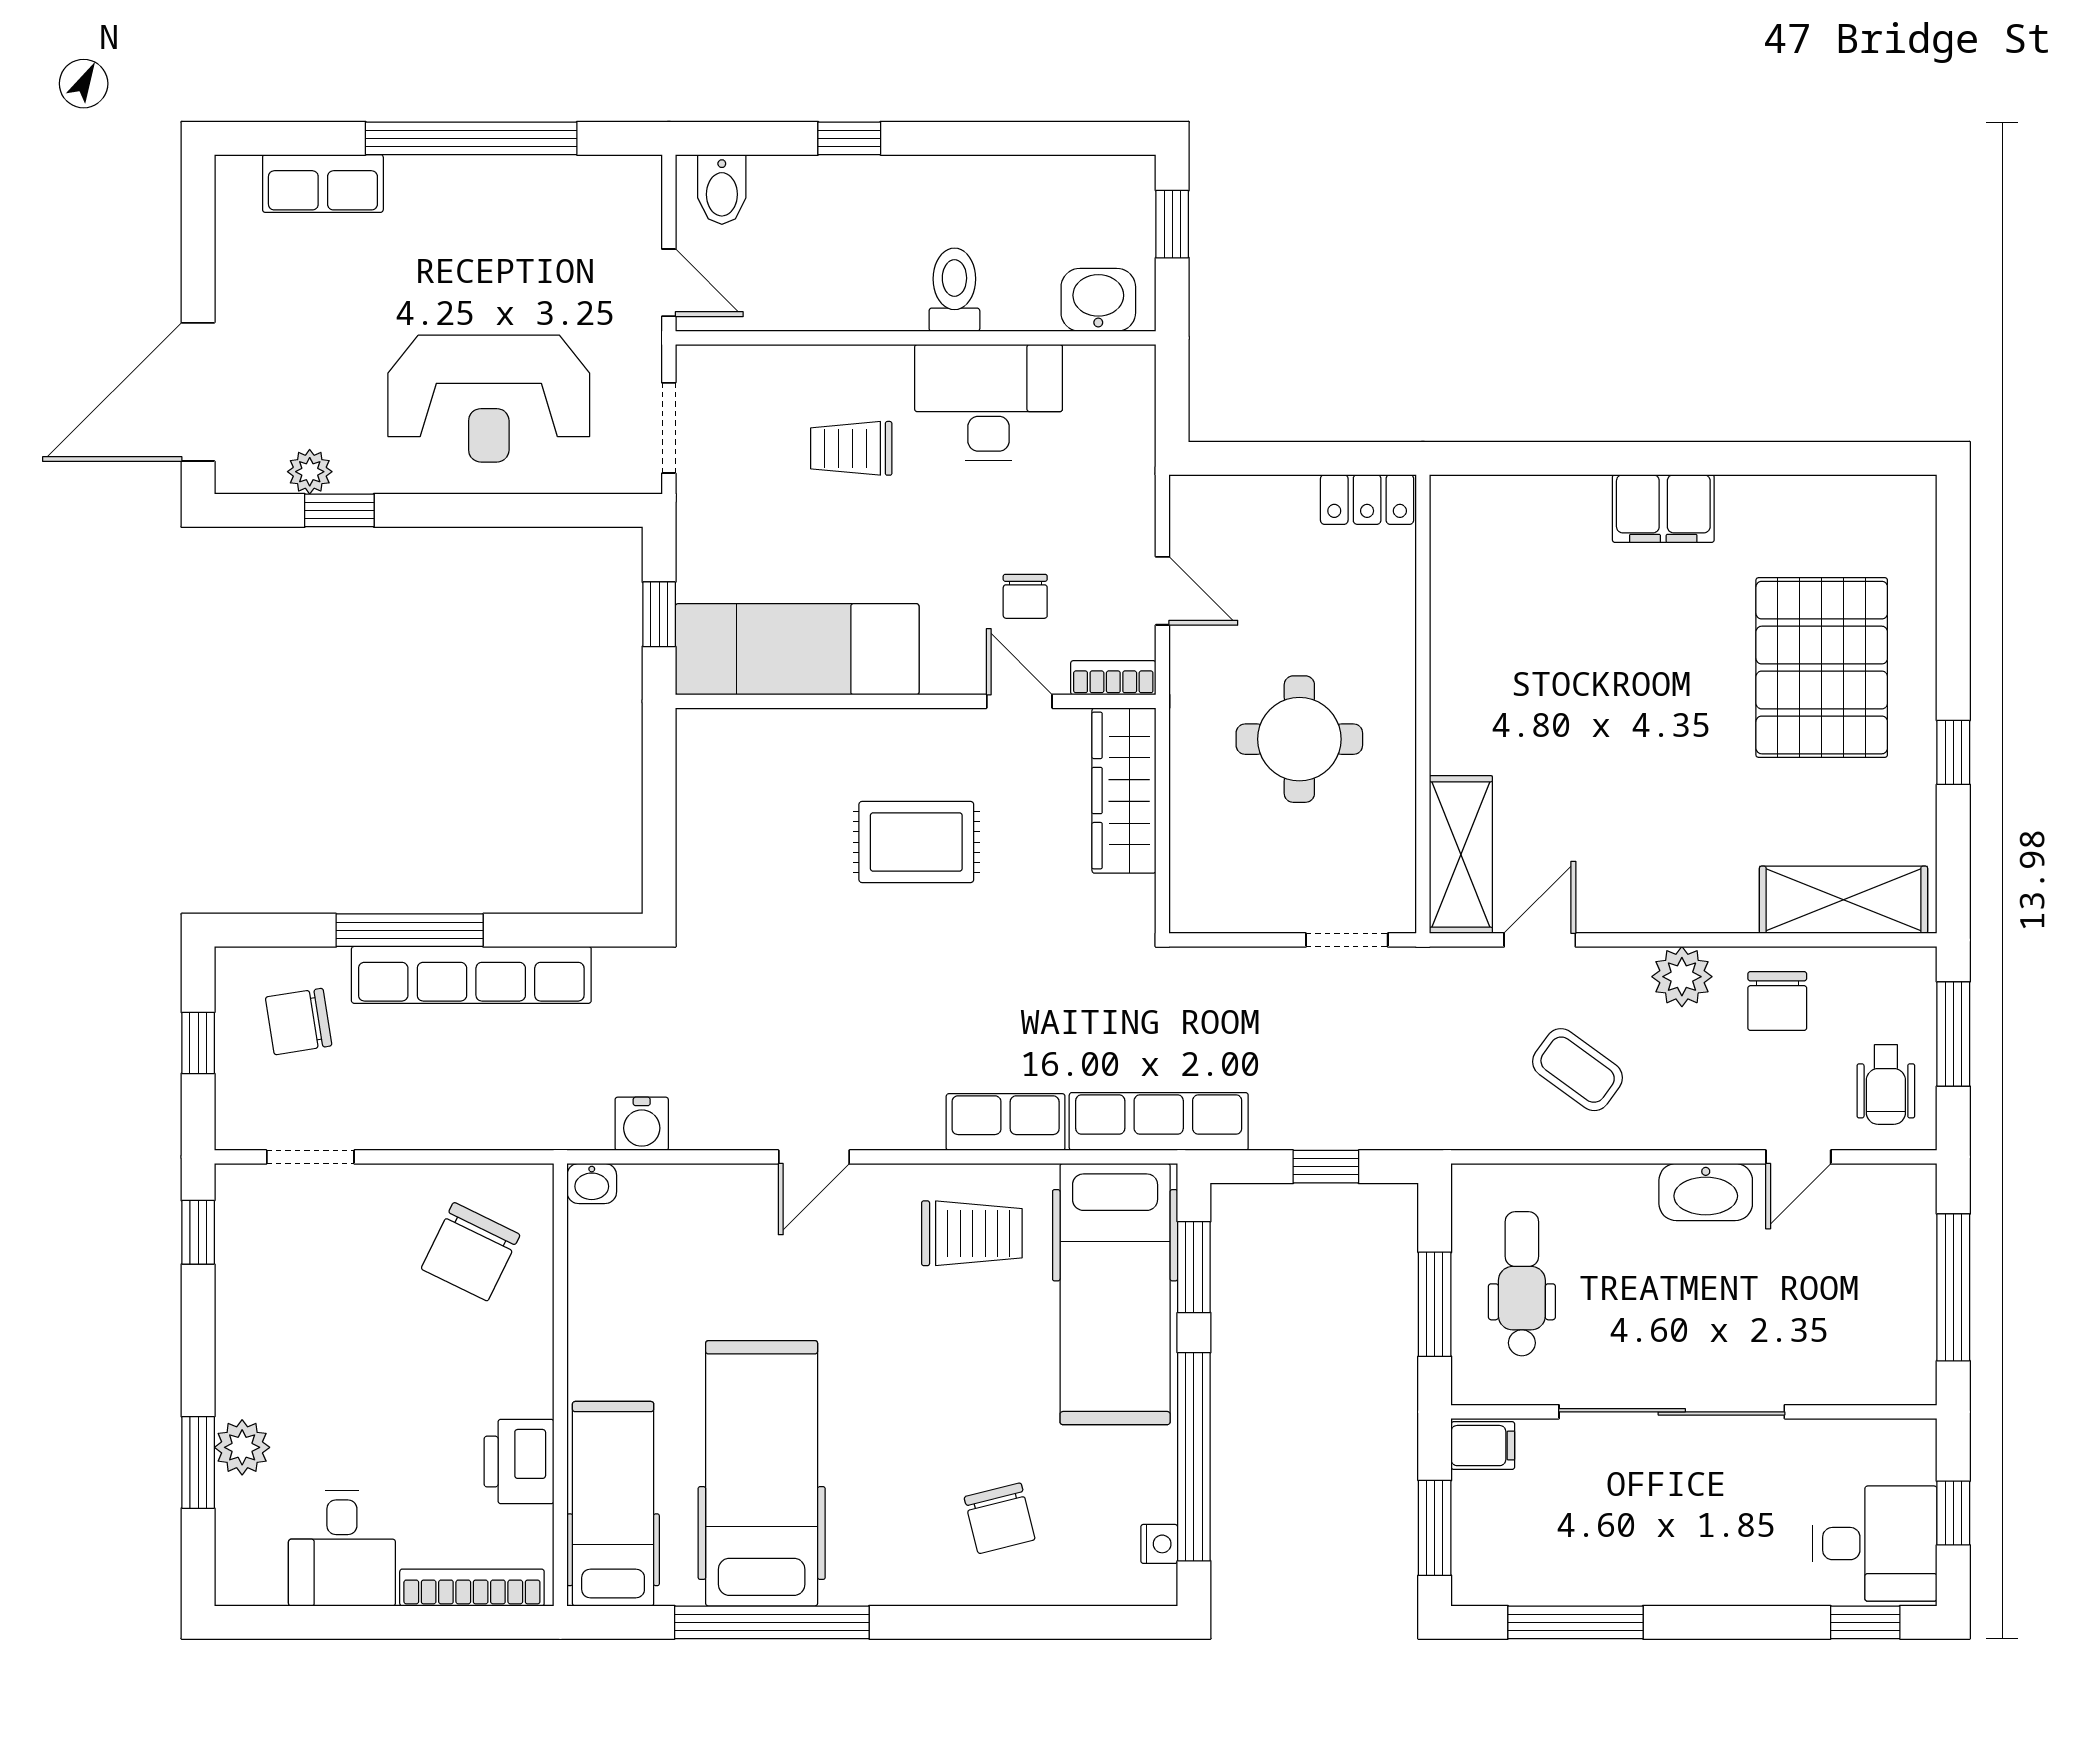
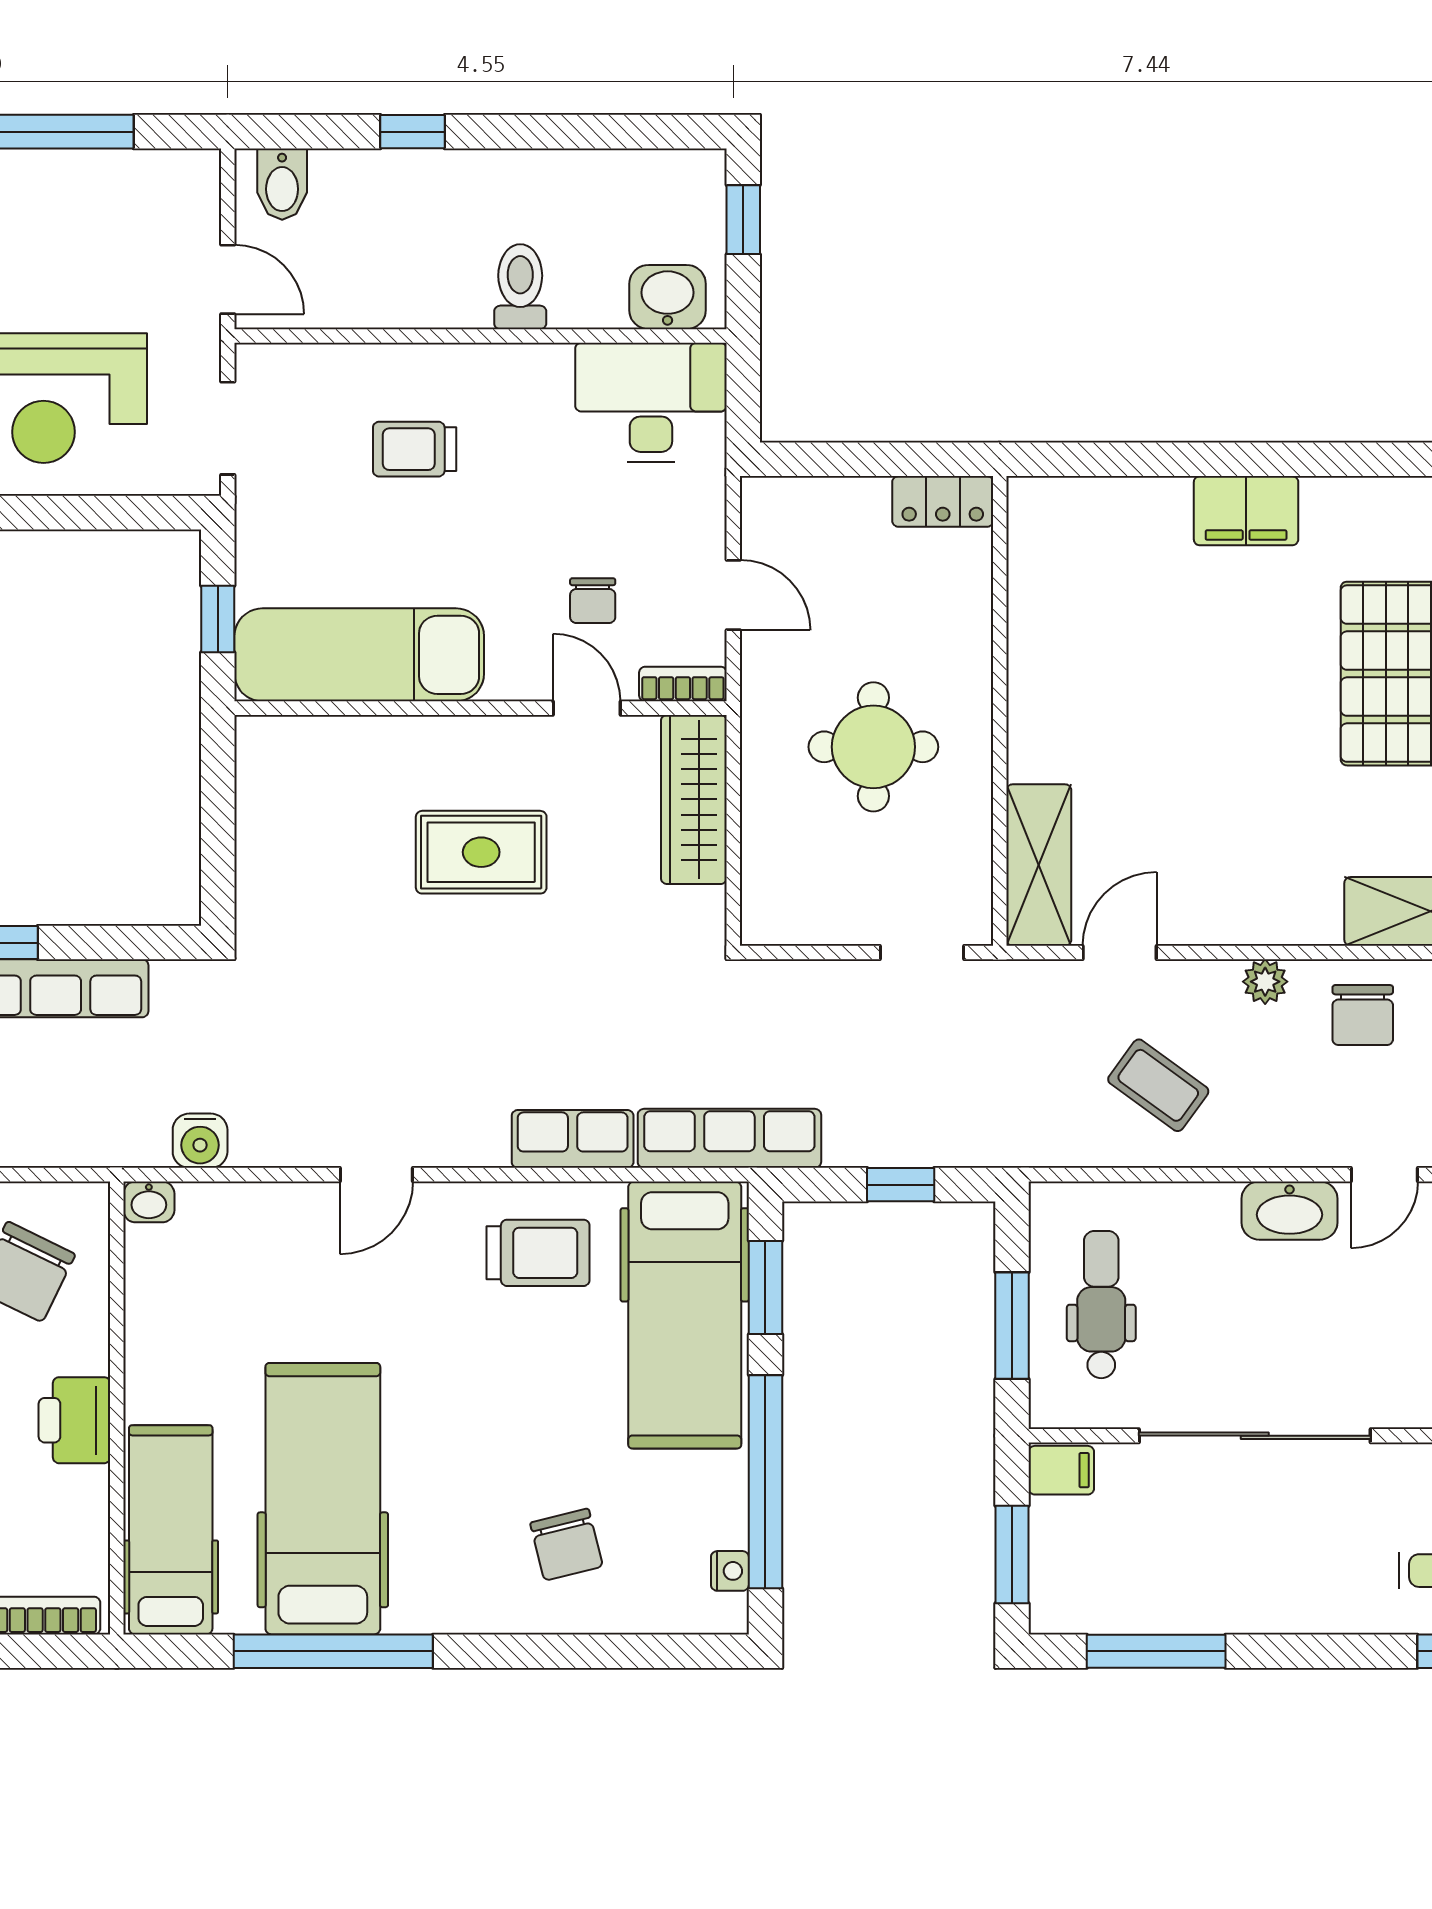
desk: (989, 402) -> (651, 402), moved
plant: (1682, 977) -> (1265, 982), width x0.73, depth x0.73
printer: (519, 1462) -> (74, 1420), moved

